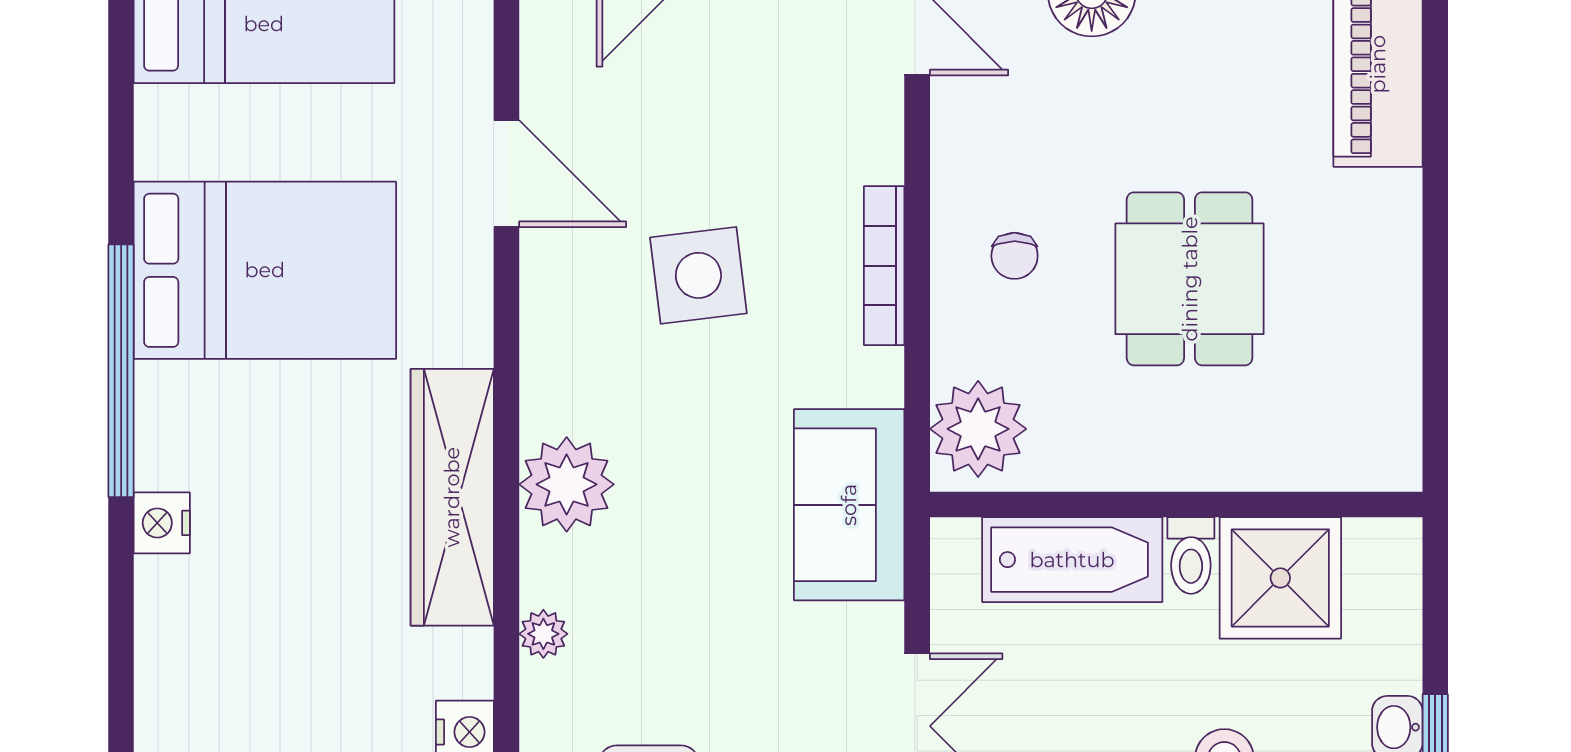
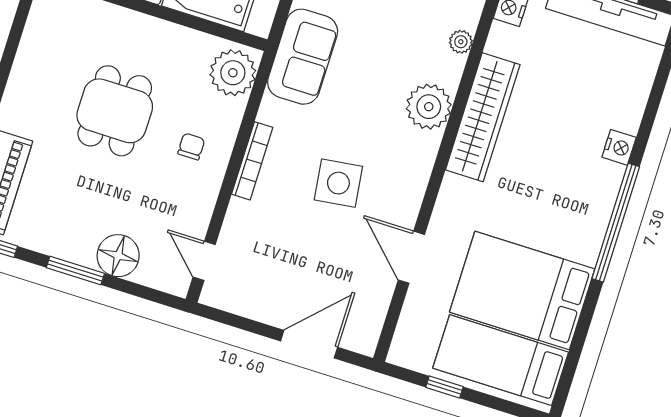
bed: (265, 270) -> (522, 291), moved

